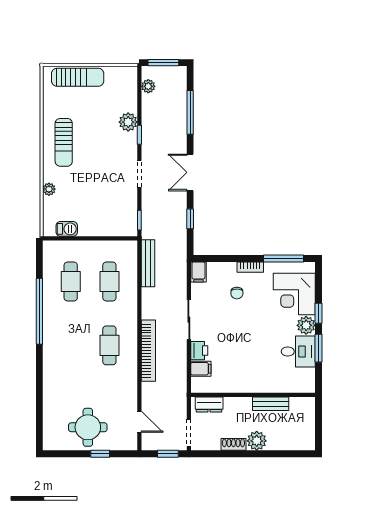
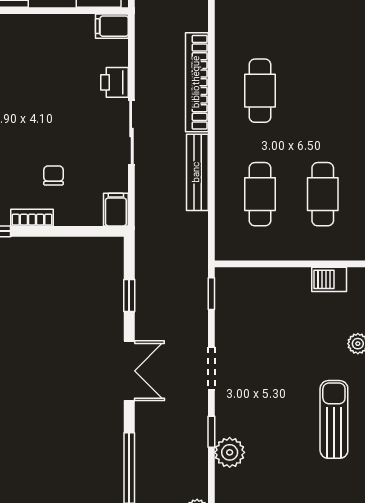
bench: (148, 263) -> (197, 172), moved
filing cabinet: (201, 369) -> (112, 26), moved

